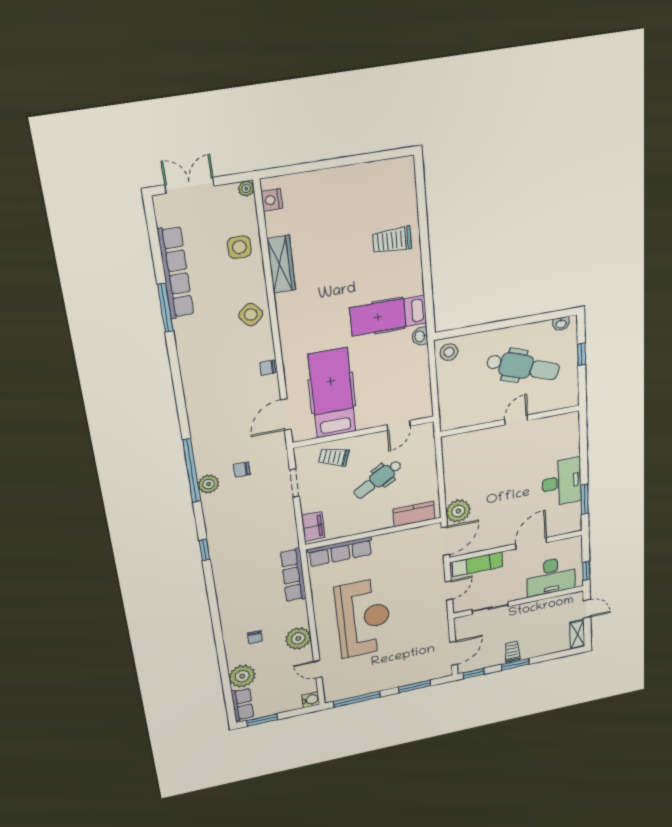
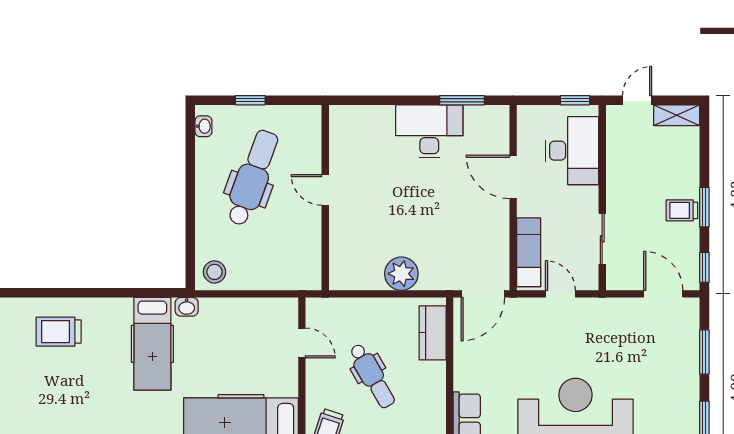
trolley: (392, 240) -> (59, 332), turned 90
plant: (458, 511) -> (401, 274), moved
door: (445, 541) -> (483, 294), swing flipped

